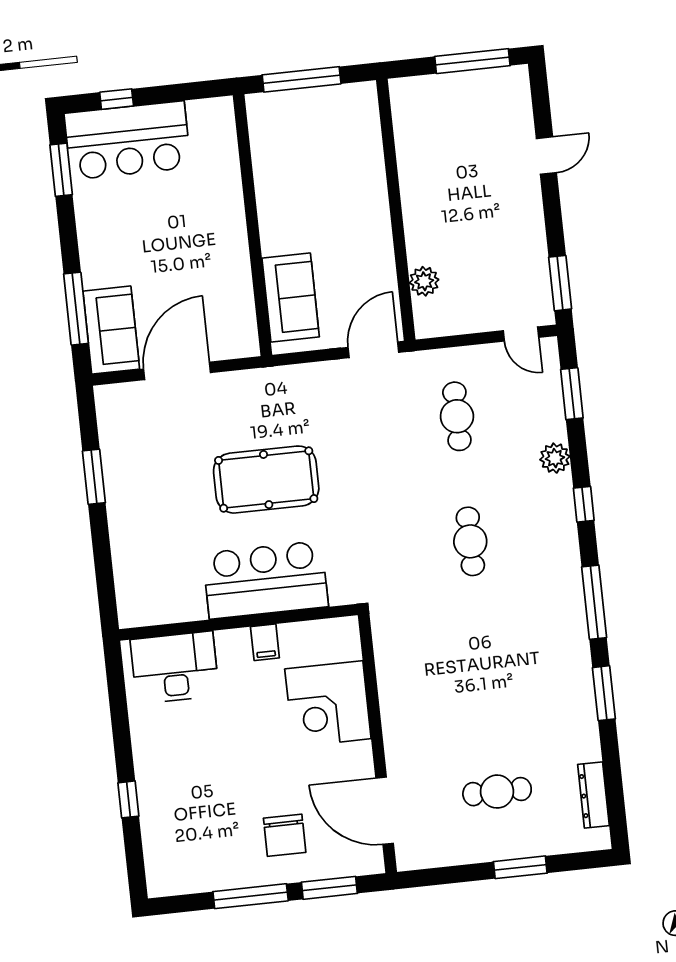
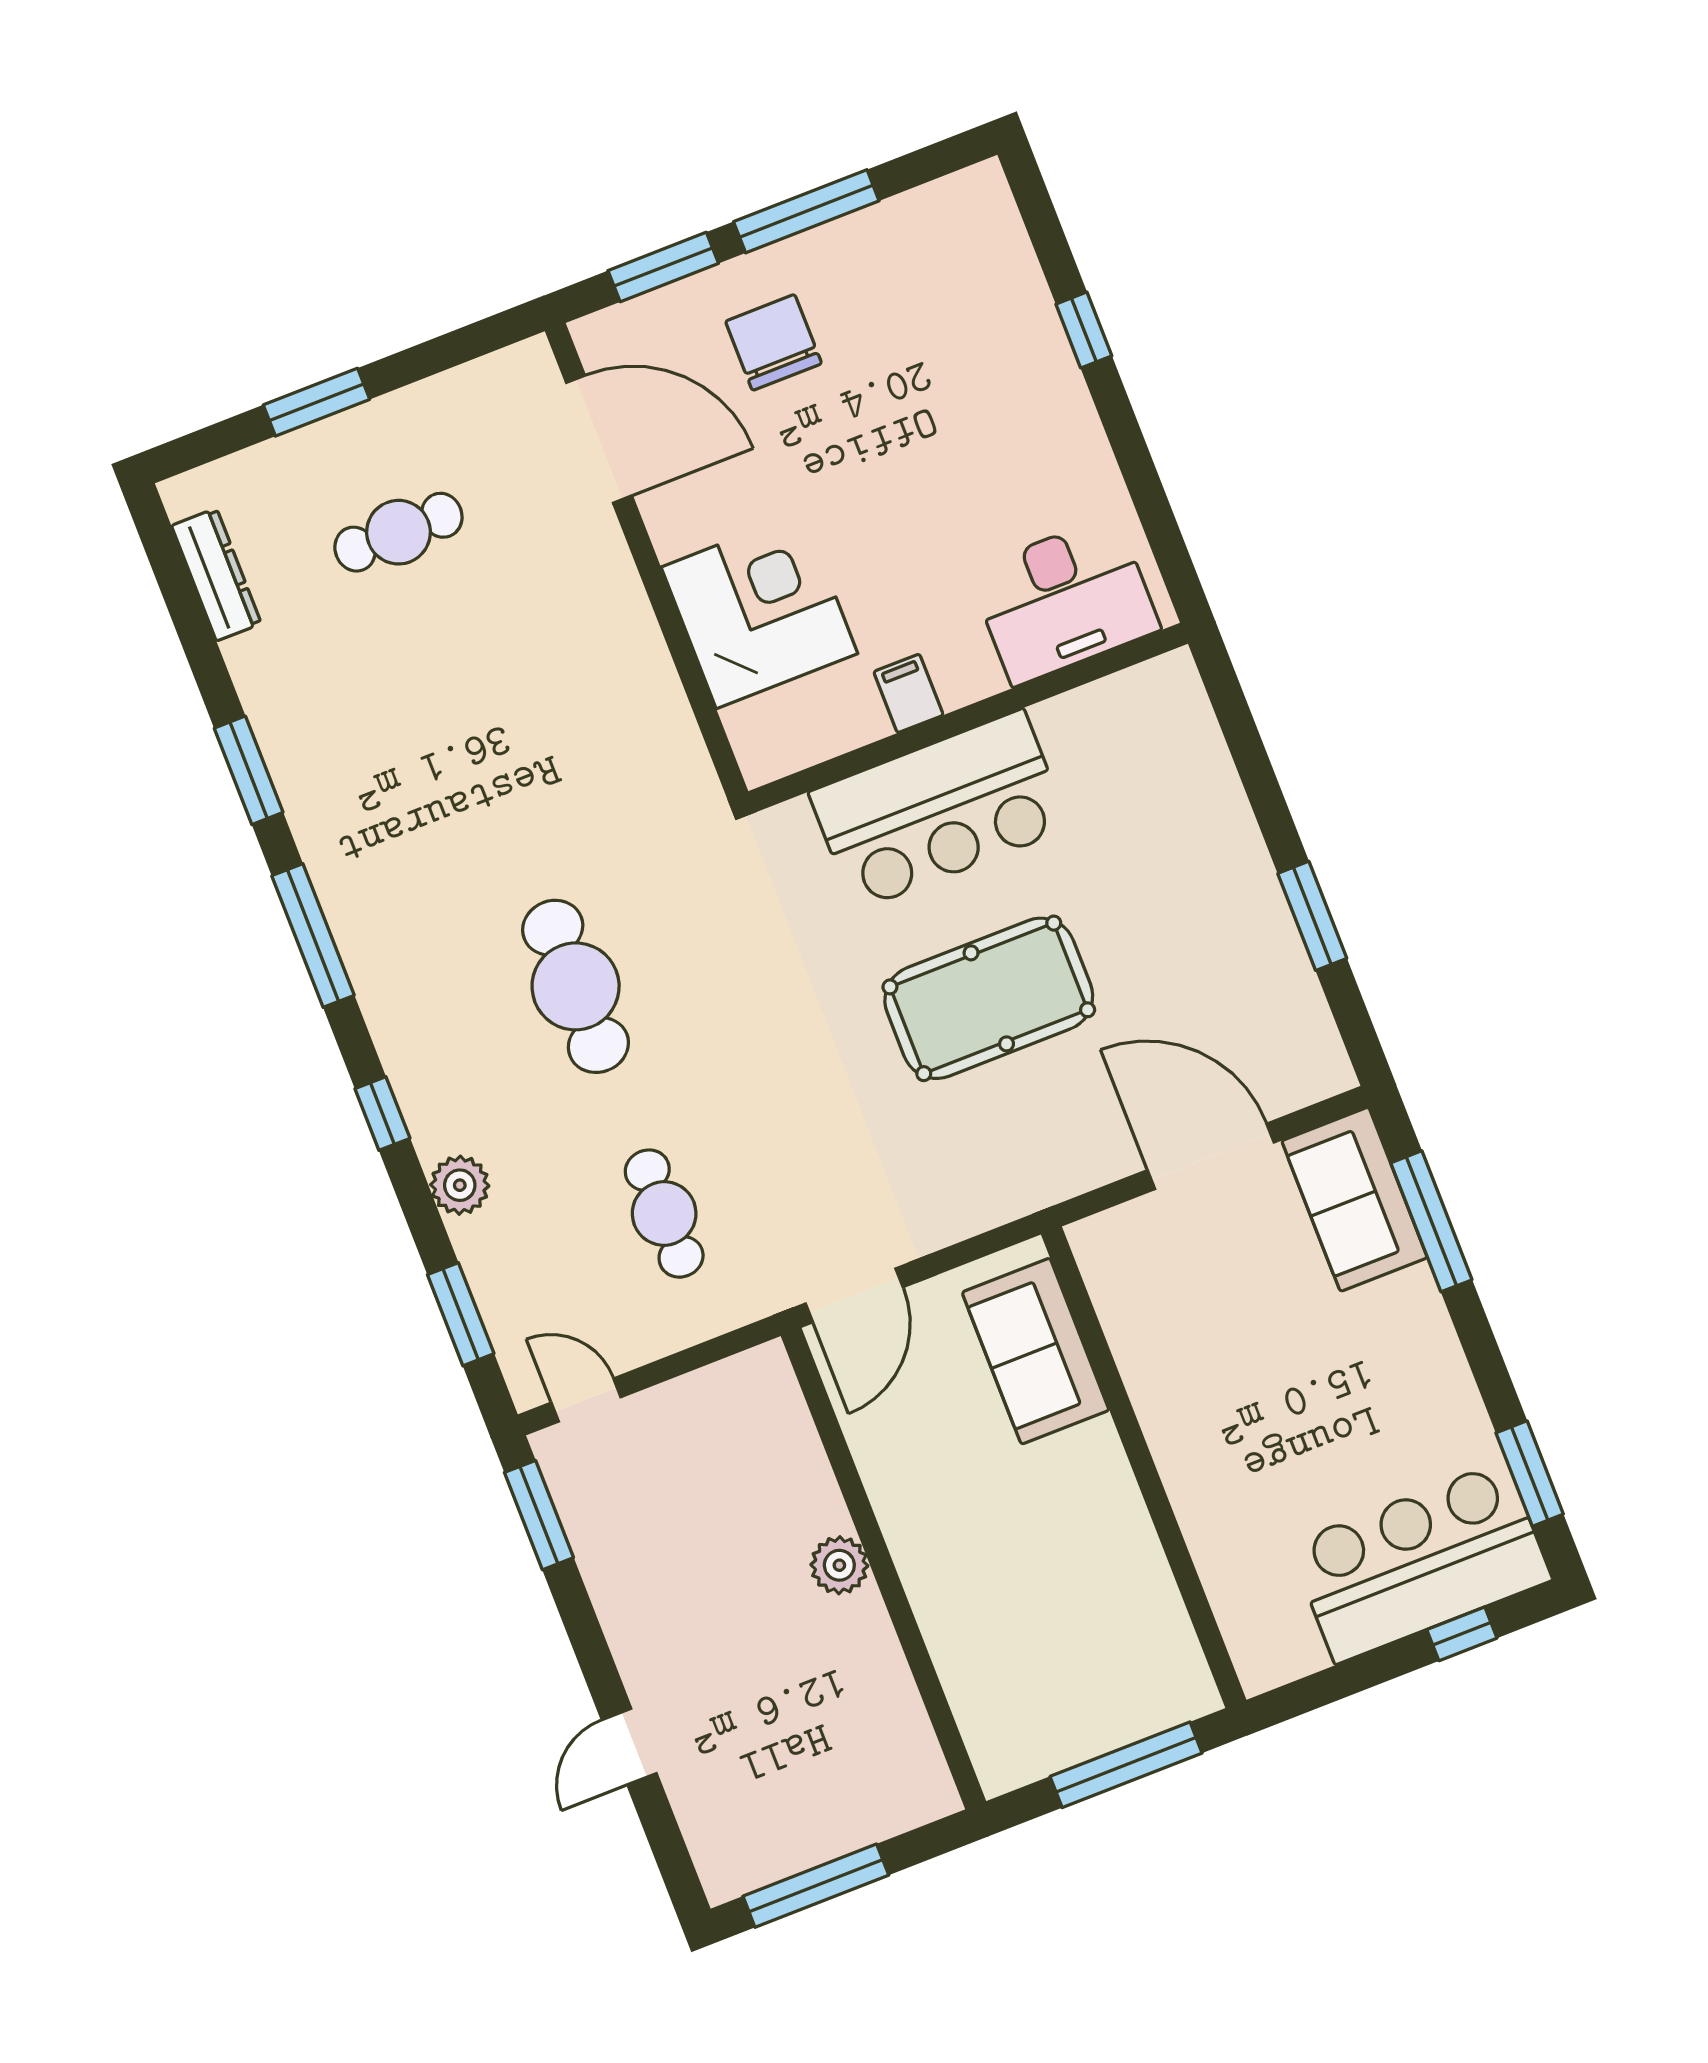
plant: (424, 281) -> (839, 1565), moved
door: (177, 371) -> (1211, 1156), swing flipped
cafe table: (470, 541) -> (576, 986), width x1.37, depth x1.35

